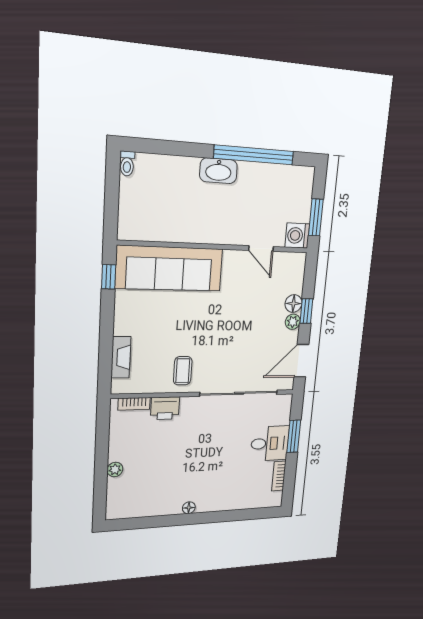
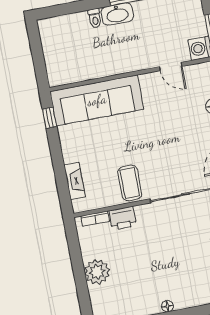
toilet: (127, 164) -> (95, 18), moved
coffee table: (183, 371) -> (130, 183), width x1.36, depth x1.30
plant: (115, 469) -> (97, 272), width x1.88, depth x1.88

